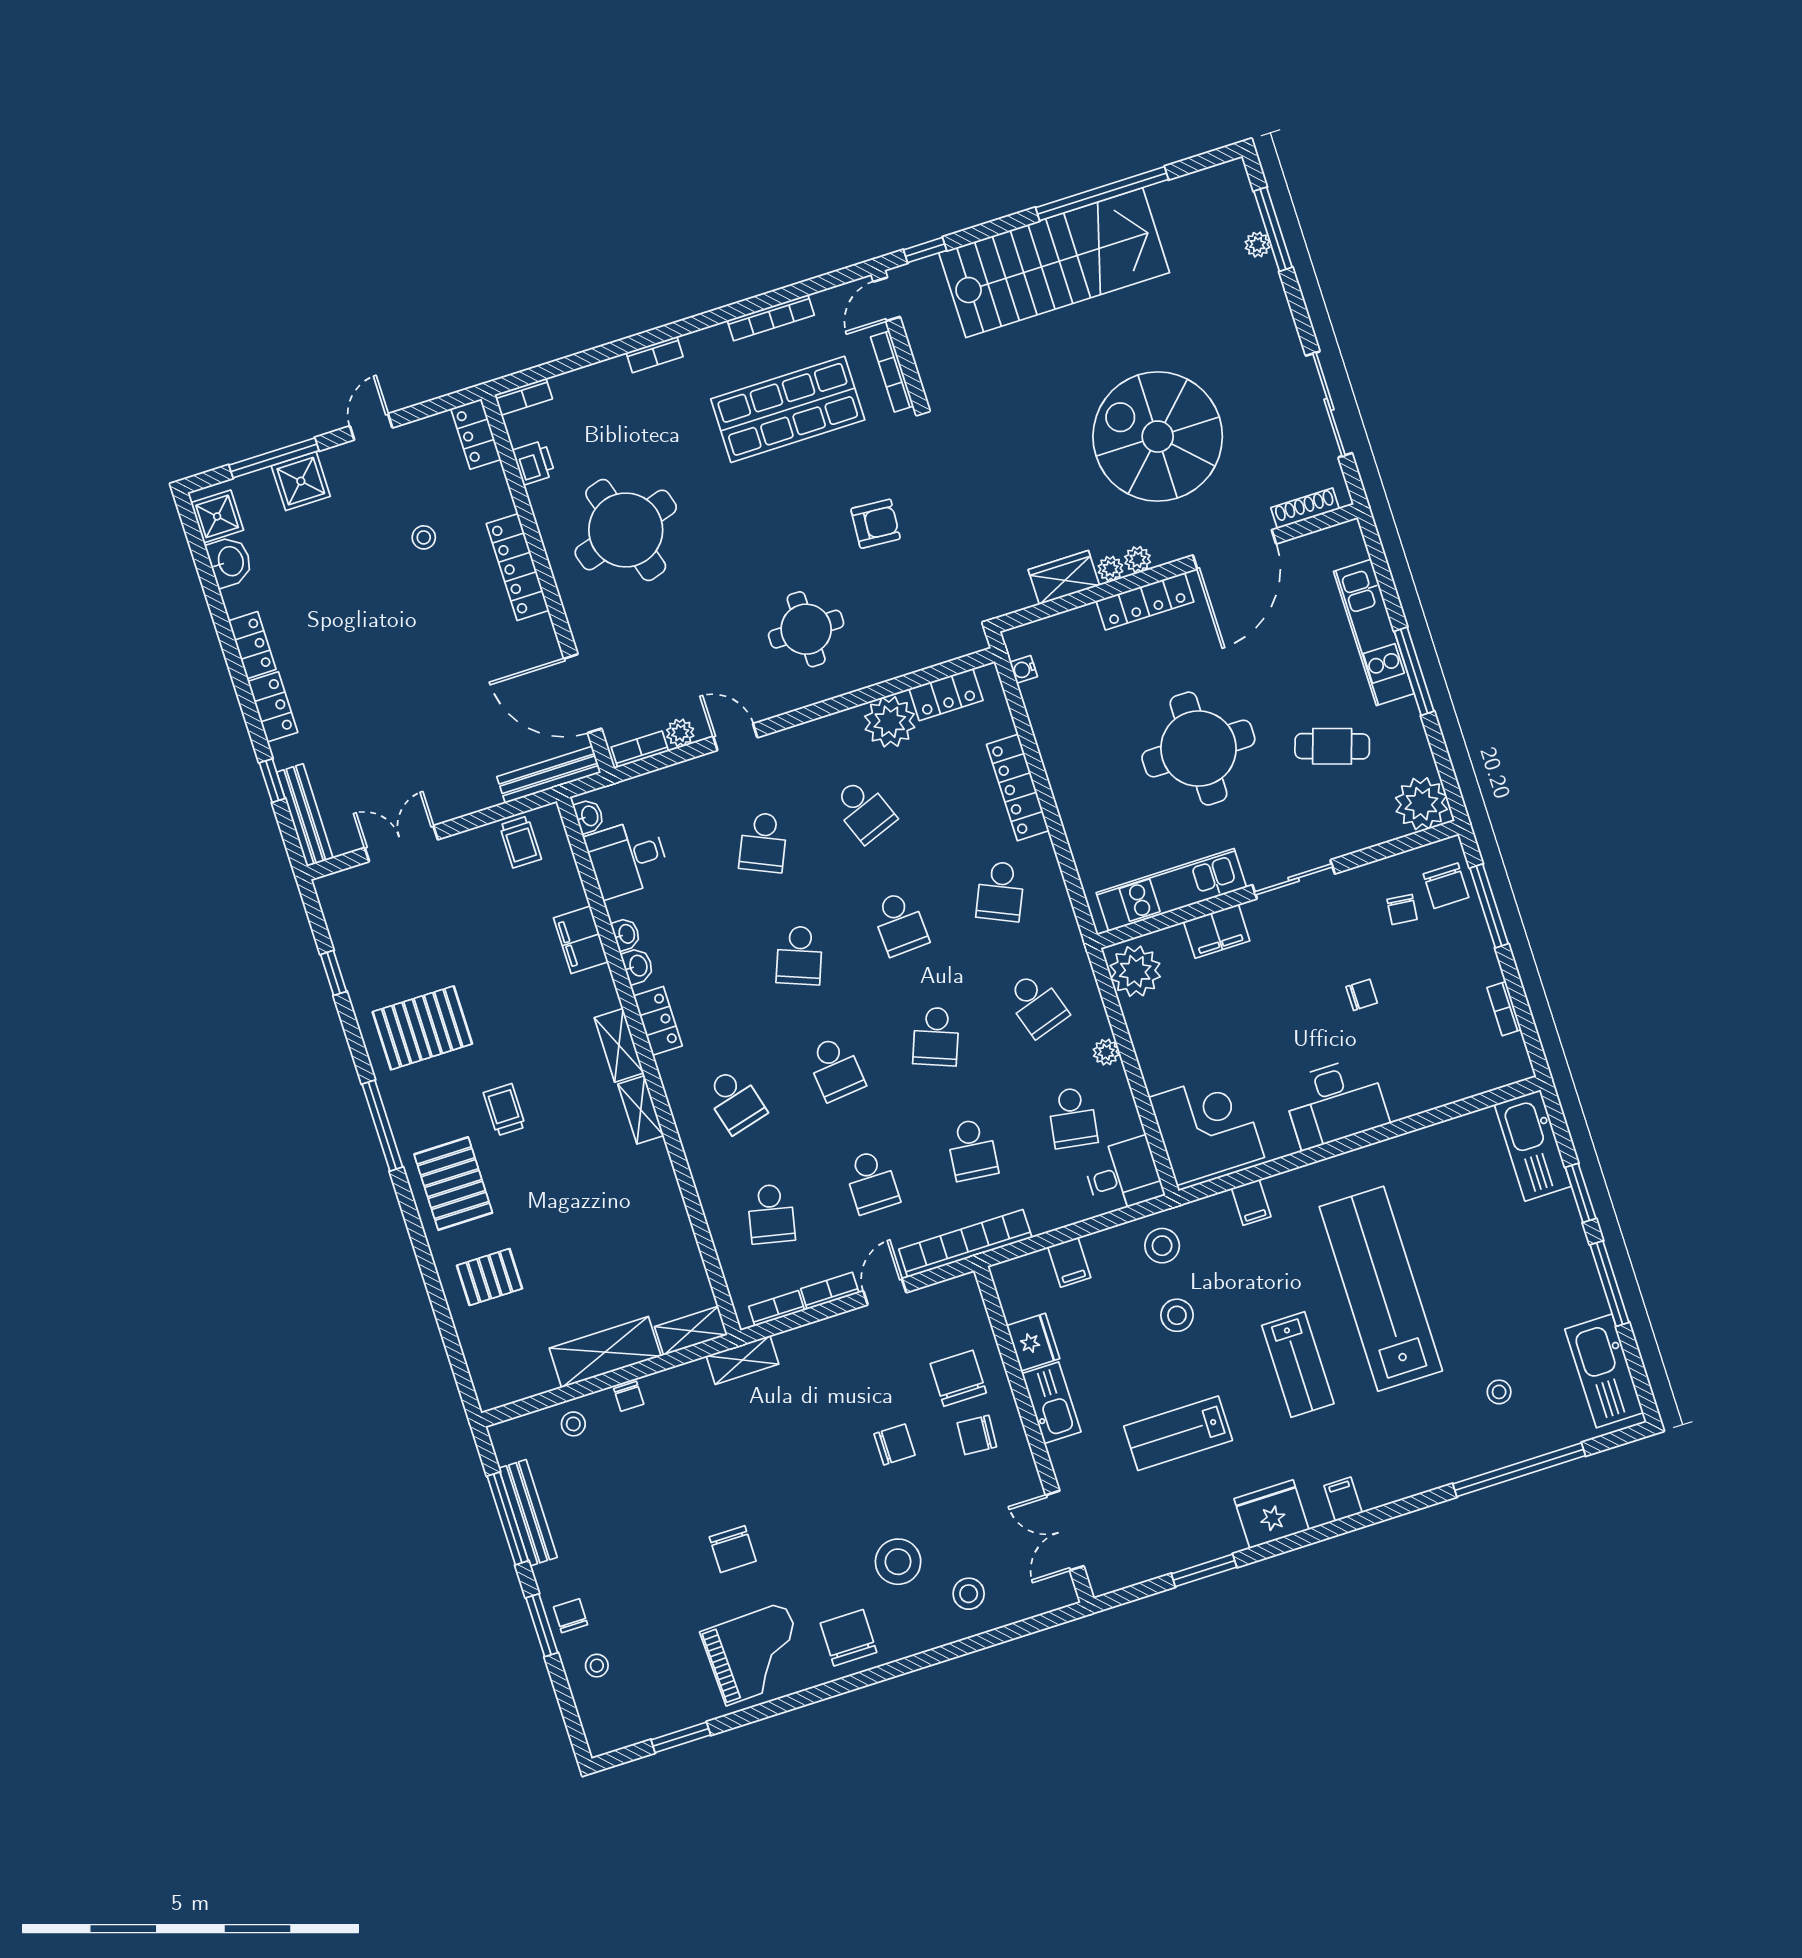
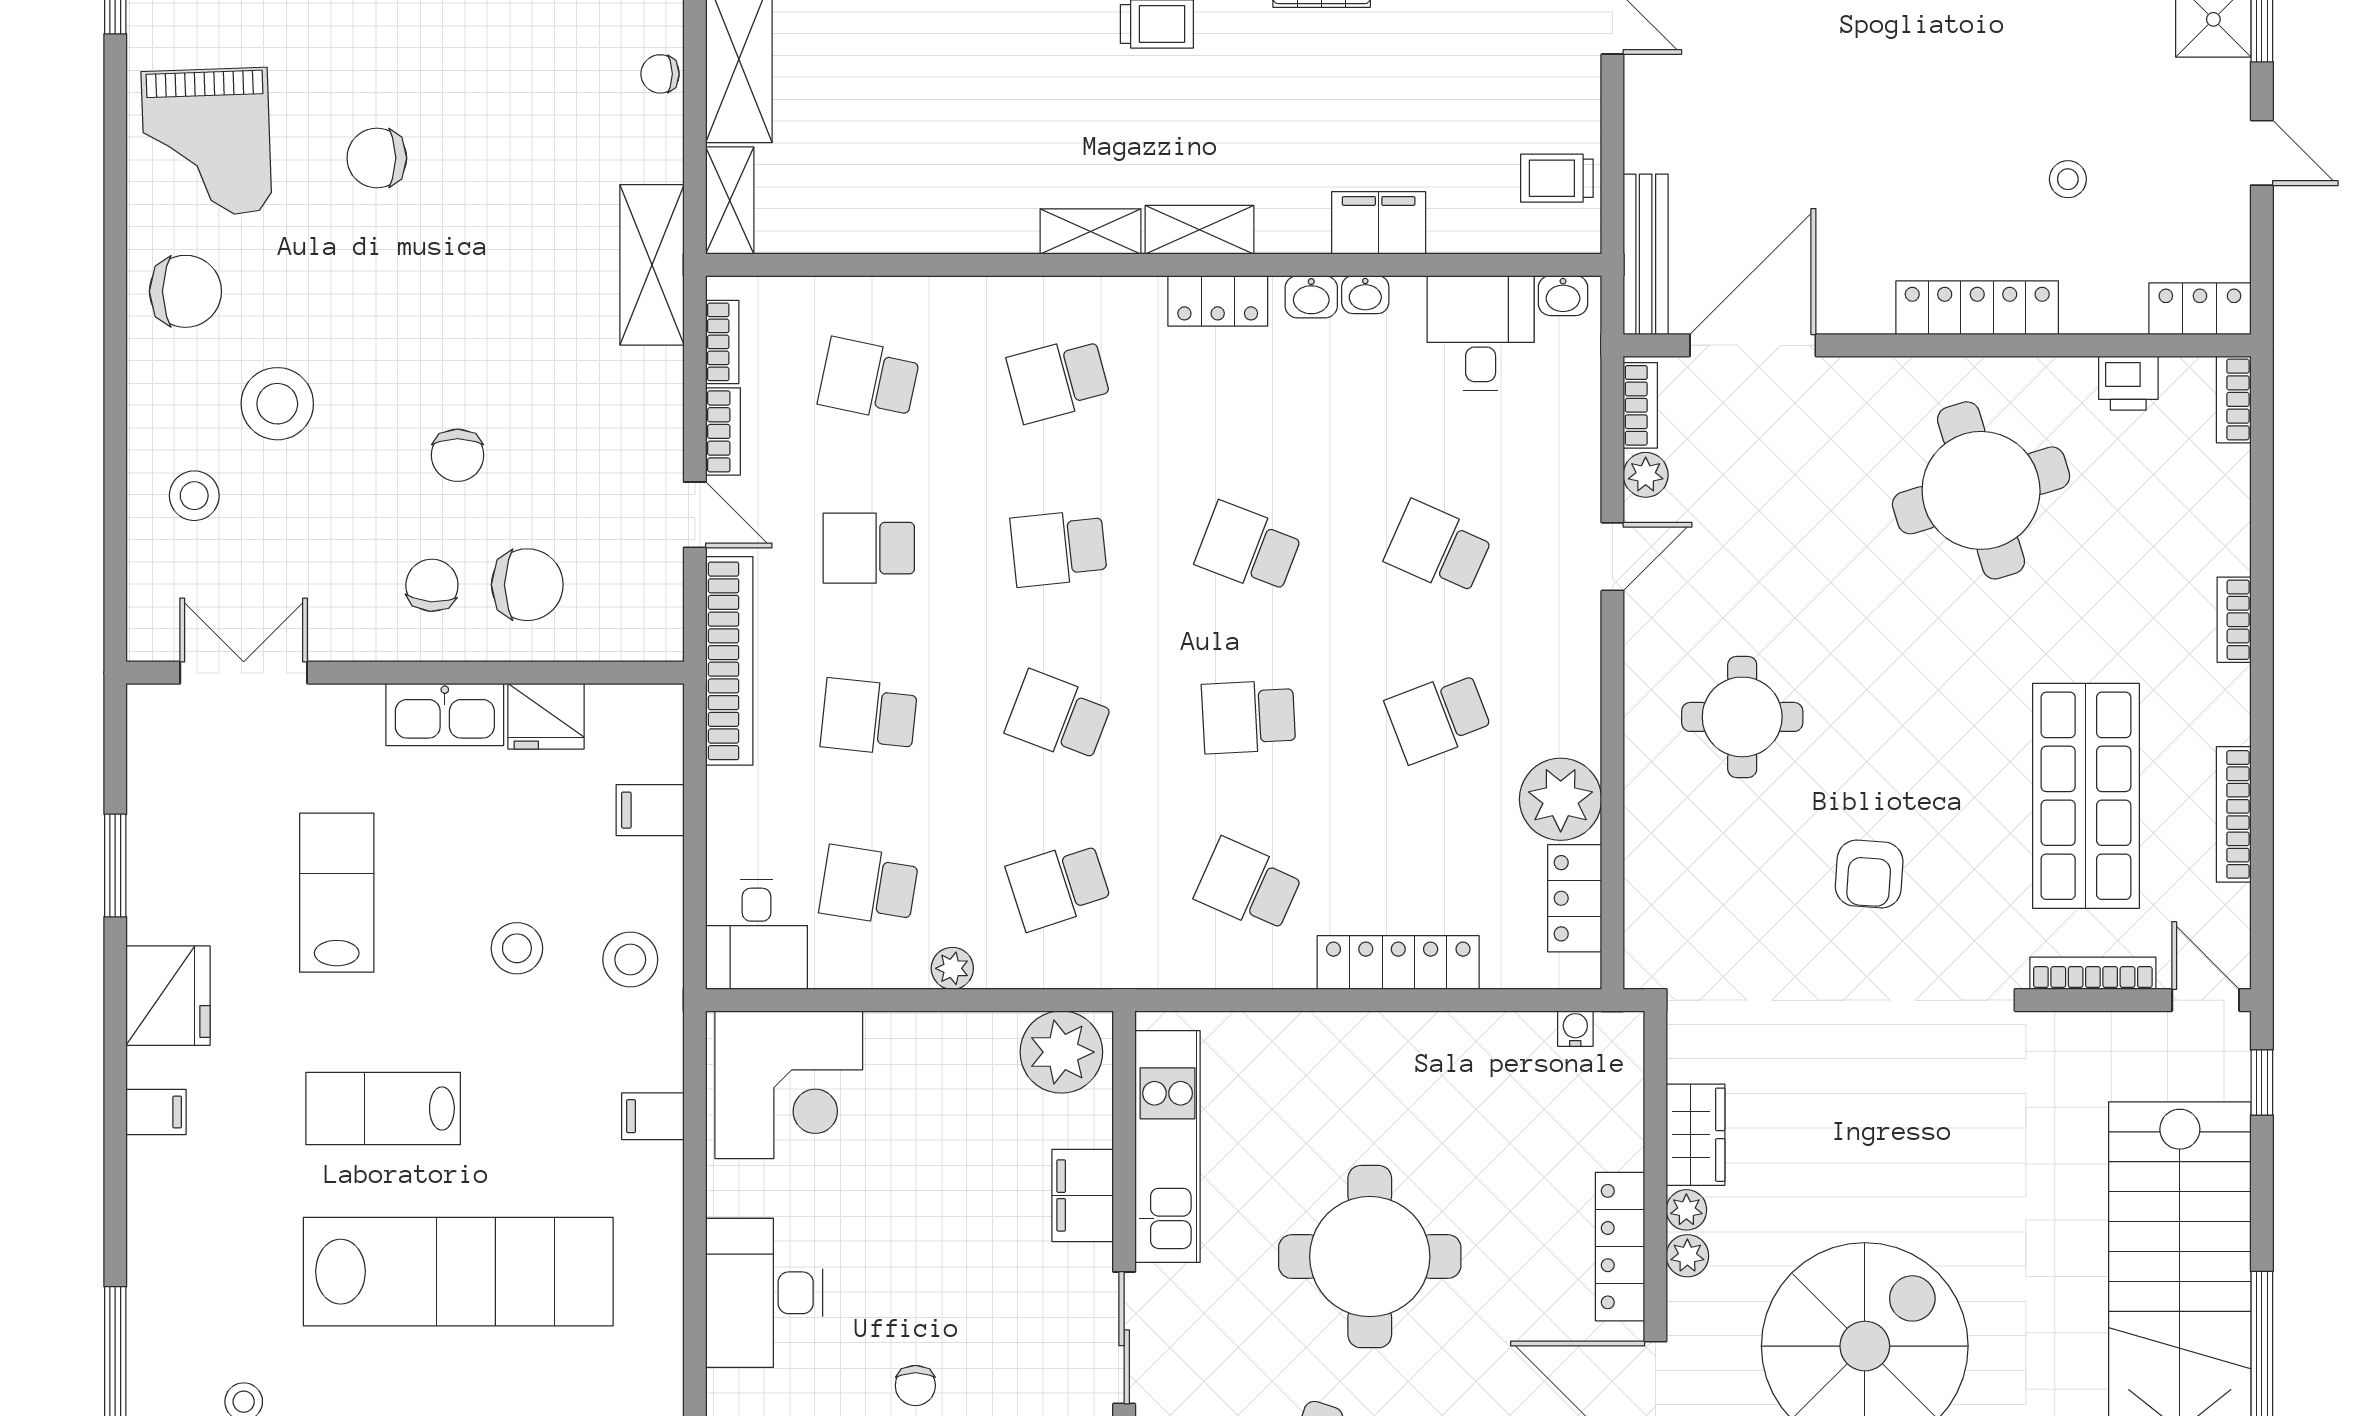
shelving: (743, 1360) -> (652, 265), width x1.50, depth x1.33

